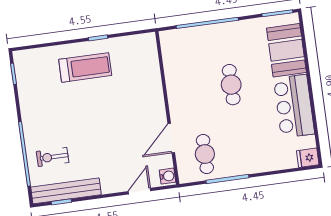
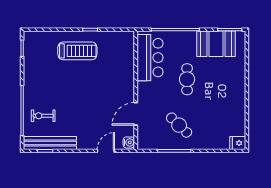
booth: (286, 50) -> (216, 44), moved, turned 90
bar counter: (294, 106) -> (150, 58), moved, turned 180
cafe table: (205, 154) -> (179, 125), moved, turned -46

